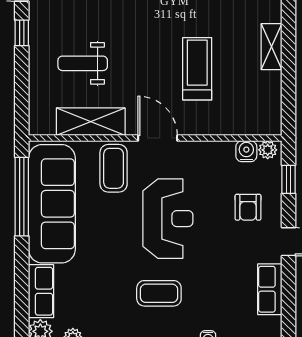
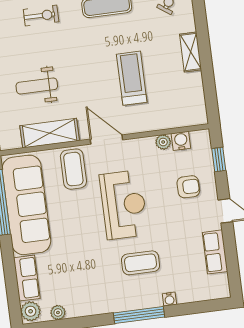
plant: (268, 150) -> (163, 142), moved
armchair: (248, 207) -> (188, 187), turned -90
coffee table: (159, 293) -> (141, 263), moved

